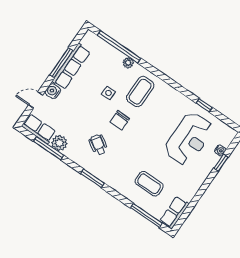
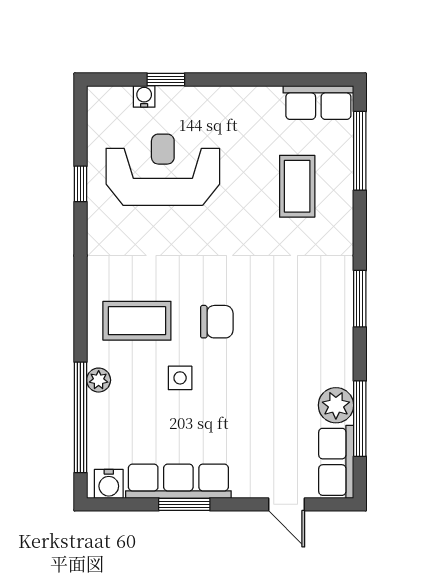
window: (61, 63) -> (184, 504), width x0.69
water cooler: (53, 91) -> (109, 484), moved
wheelchair: (98, 145) -> (290, 331), removed

